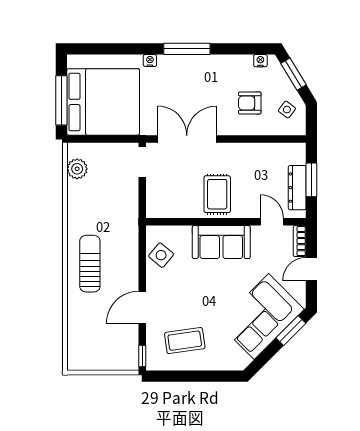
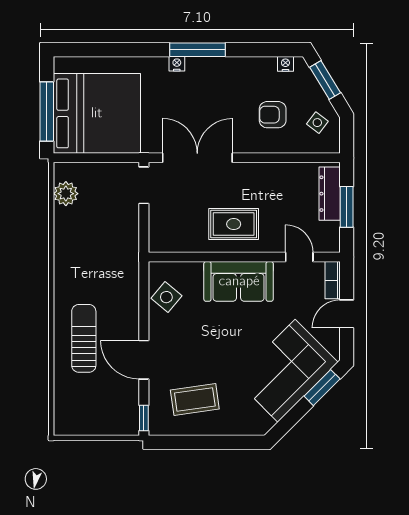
nightstand: (150, 60) -> (177, 64), moved
dresser: (297, 188) -> (330, 194), moved
rug: (217, 194) -> (234, 224), turned 90
sun lounger: (90, 264) -> (84, 338), moved
door: (142, 307) -> (144, 360), hinge flipped

